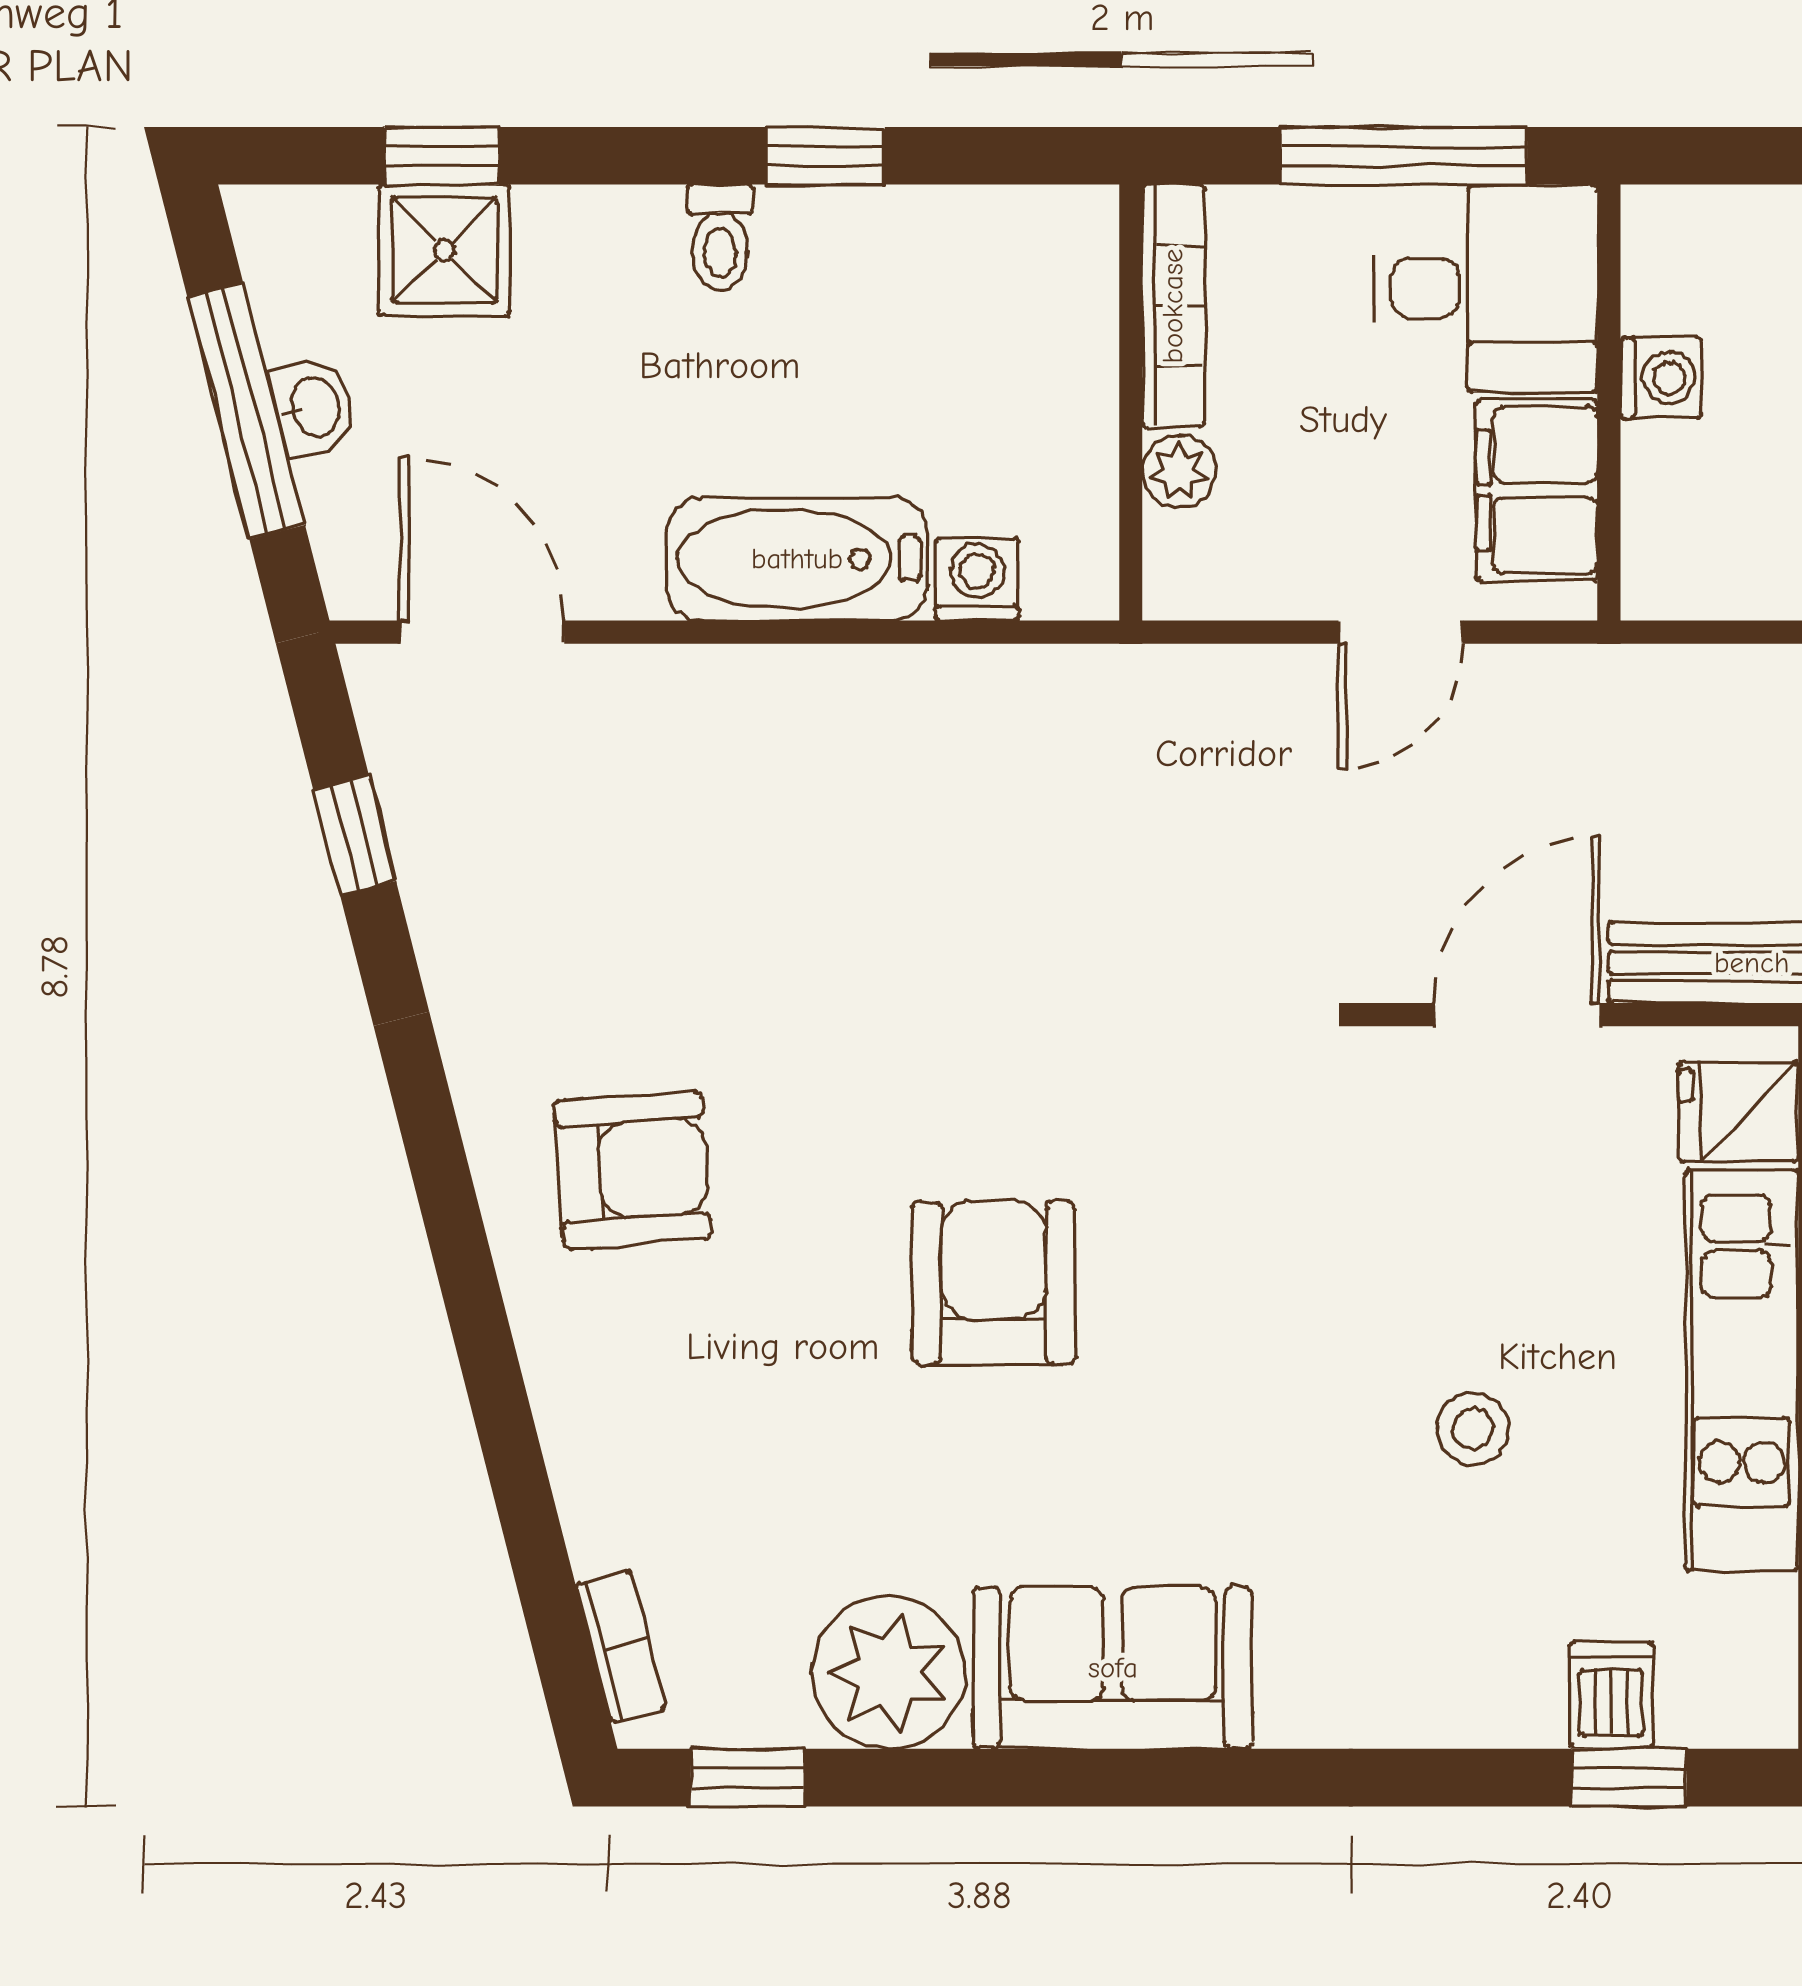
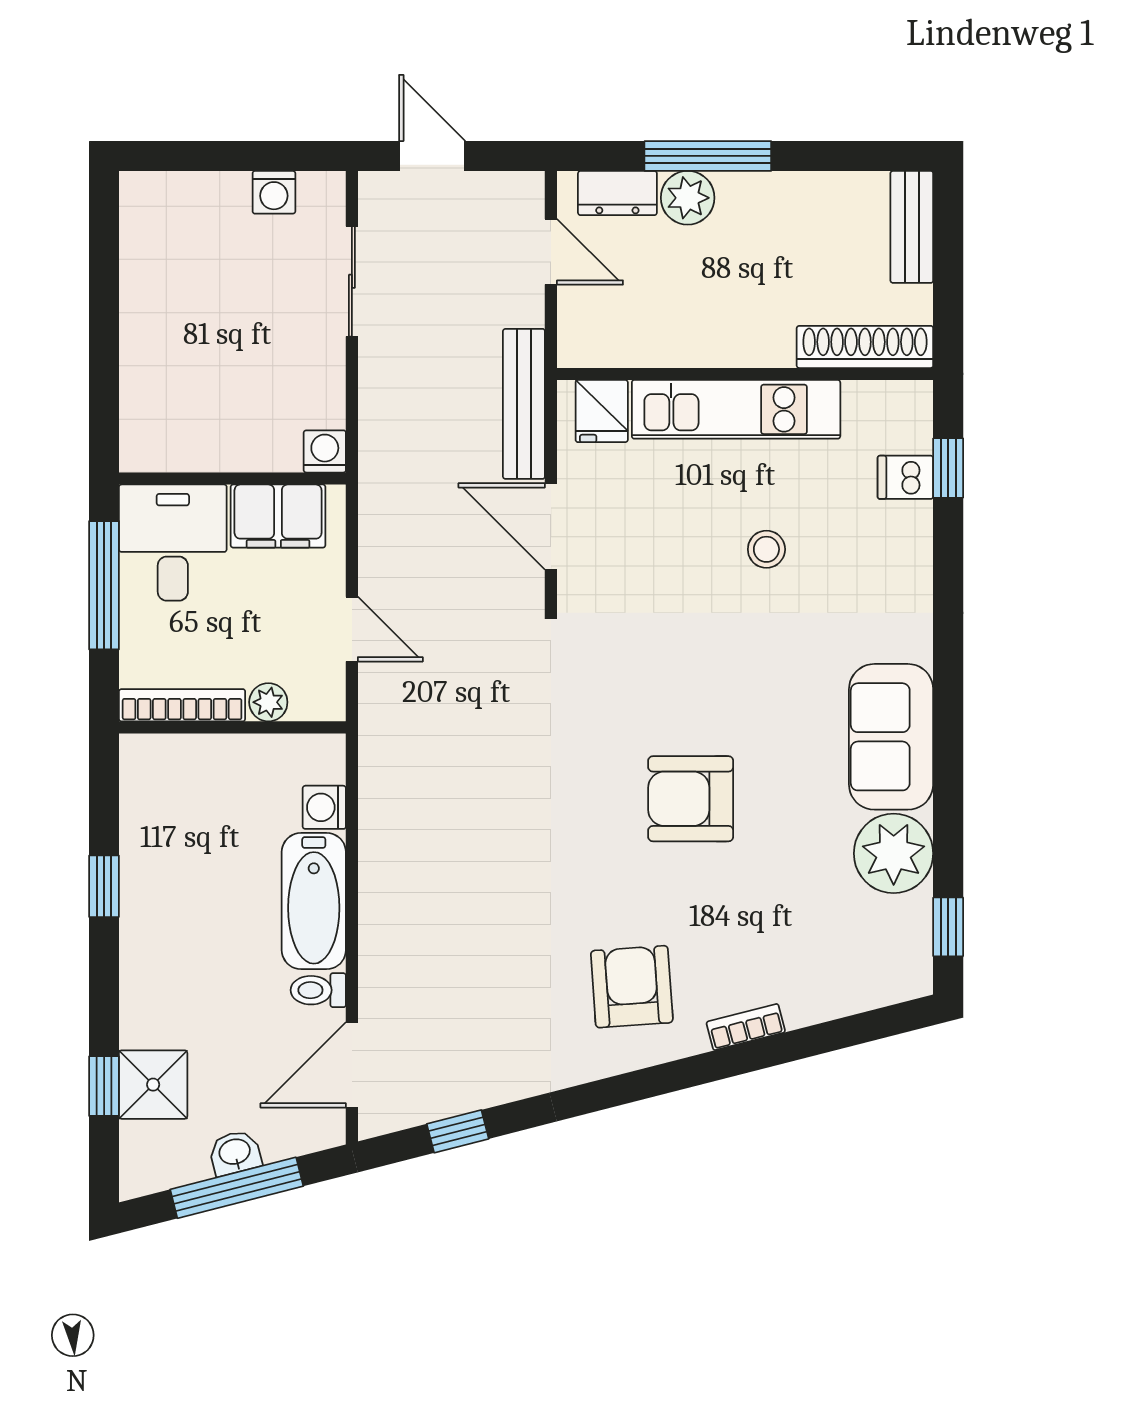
toilet: (720, 238) -> (318, 990), moved, turned 180
washing machine: (1661, 378) -> (325, 451), moved
door: (1401, 632) -> (352, 629), moved
bookcase: (621, 1646) -> (746, 1027), moved

